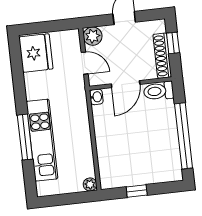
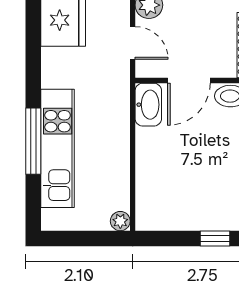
washbasin: (96, 97) -> (148, 105), width x1.91, depth x1.45
window: (137, 191) -> (215, 238), moved

